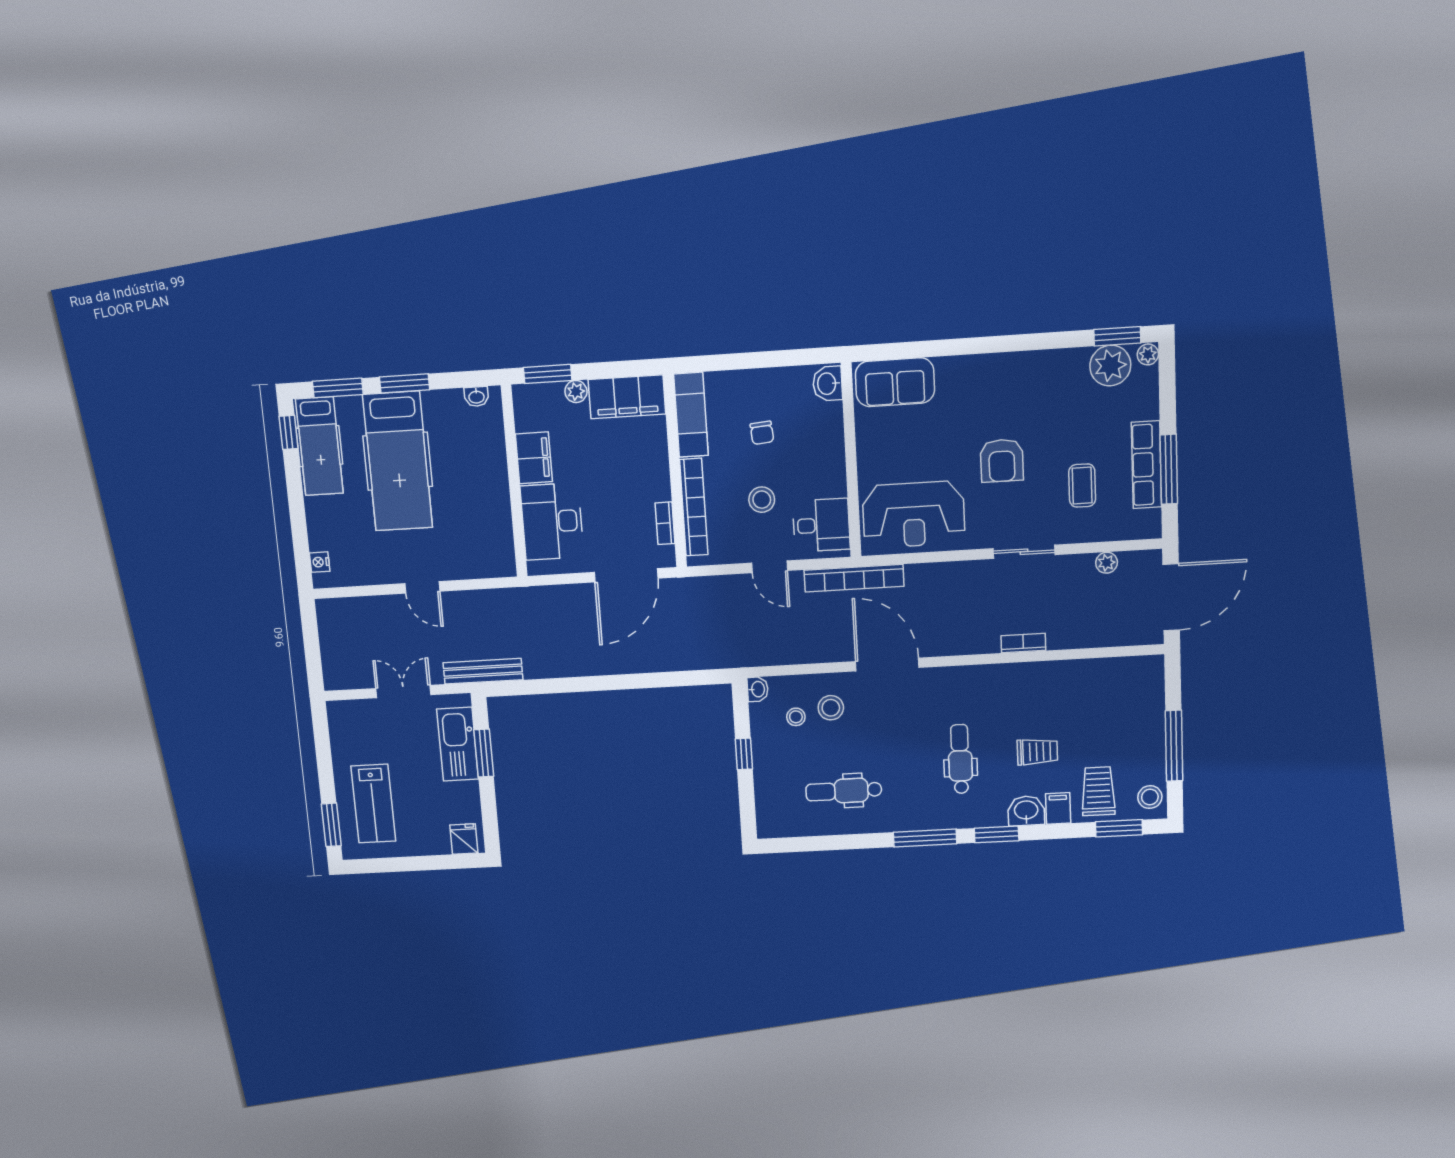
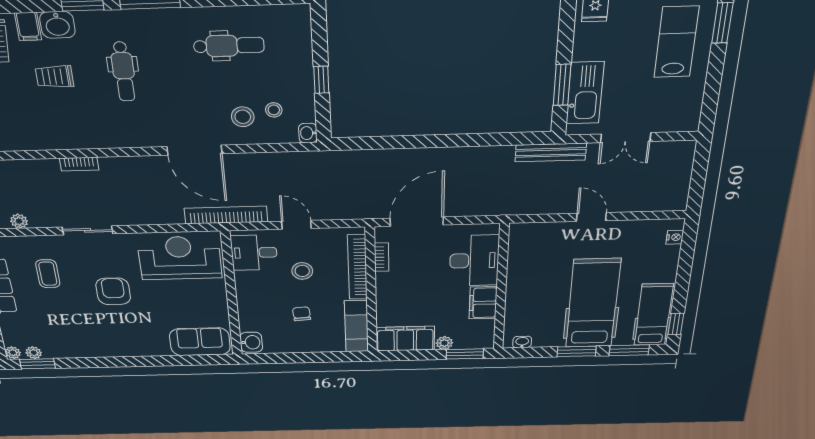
plant: (1110, 366) -> (34, 353), width x0.53, depth x0.53

